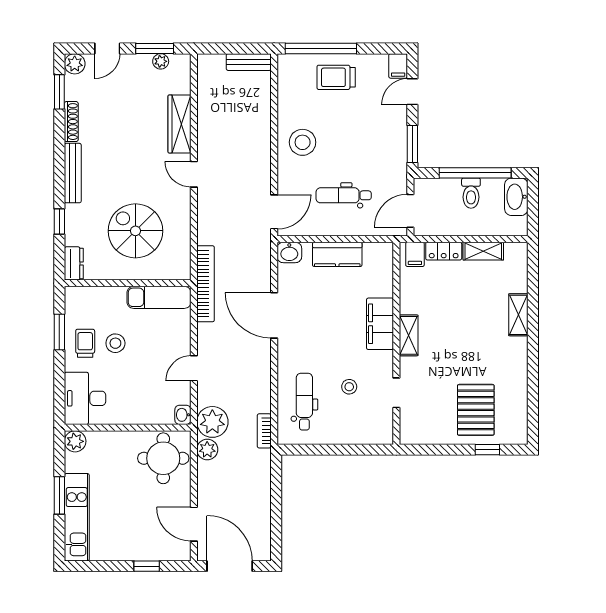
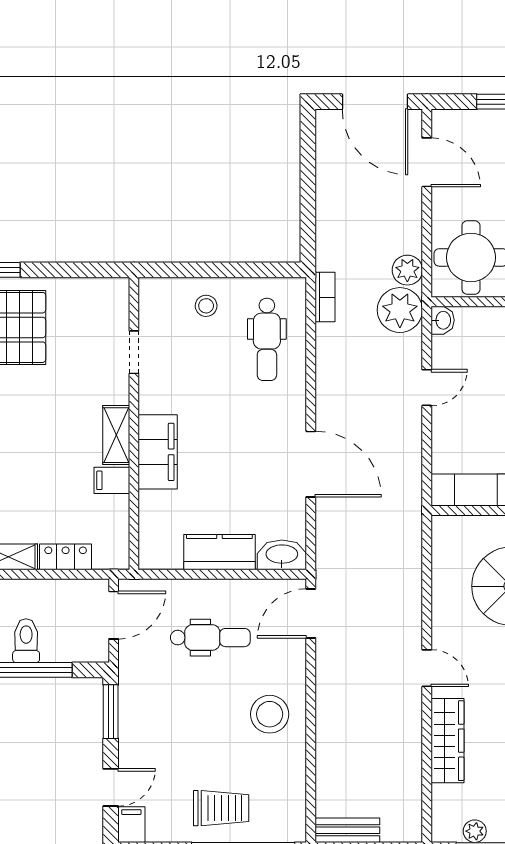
washbasin: (289, 252) -> (282, 555), width x1.38
filing cabinet: (415, 254) -> (112, 480), moved, turned -90
bookcase: (205, 284) -> (410, 510), removed
stool: (349, 387) -> (206, 306), moved

